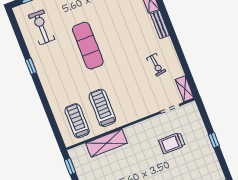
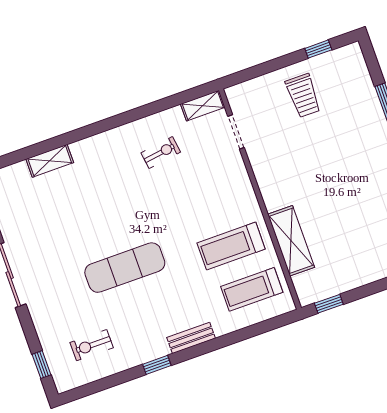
bench: (160, 25) -> (191, 338), moved
exercise bike: (41, 27) -> (92, 345), width x0.73, depth x0.72
window: (214, 140) -> (318, 49), moved
trolley: (172, 143) -> (303, 96), moved

